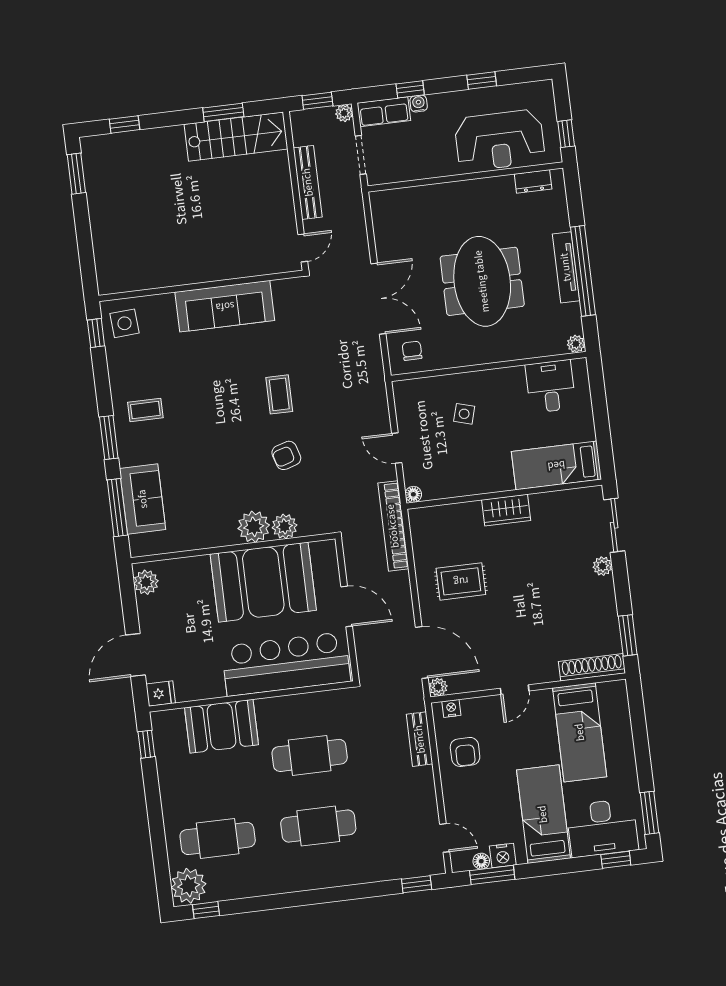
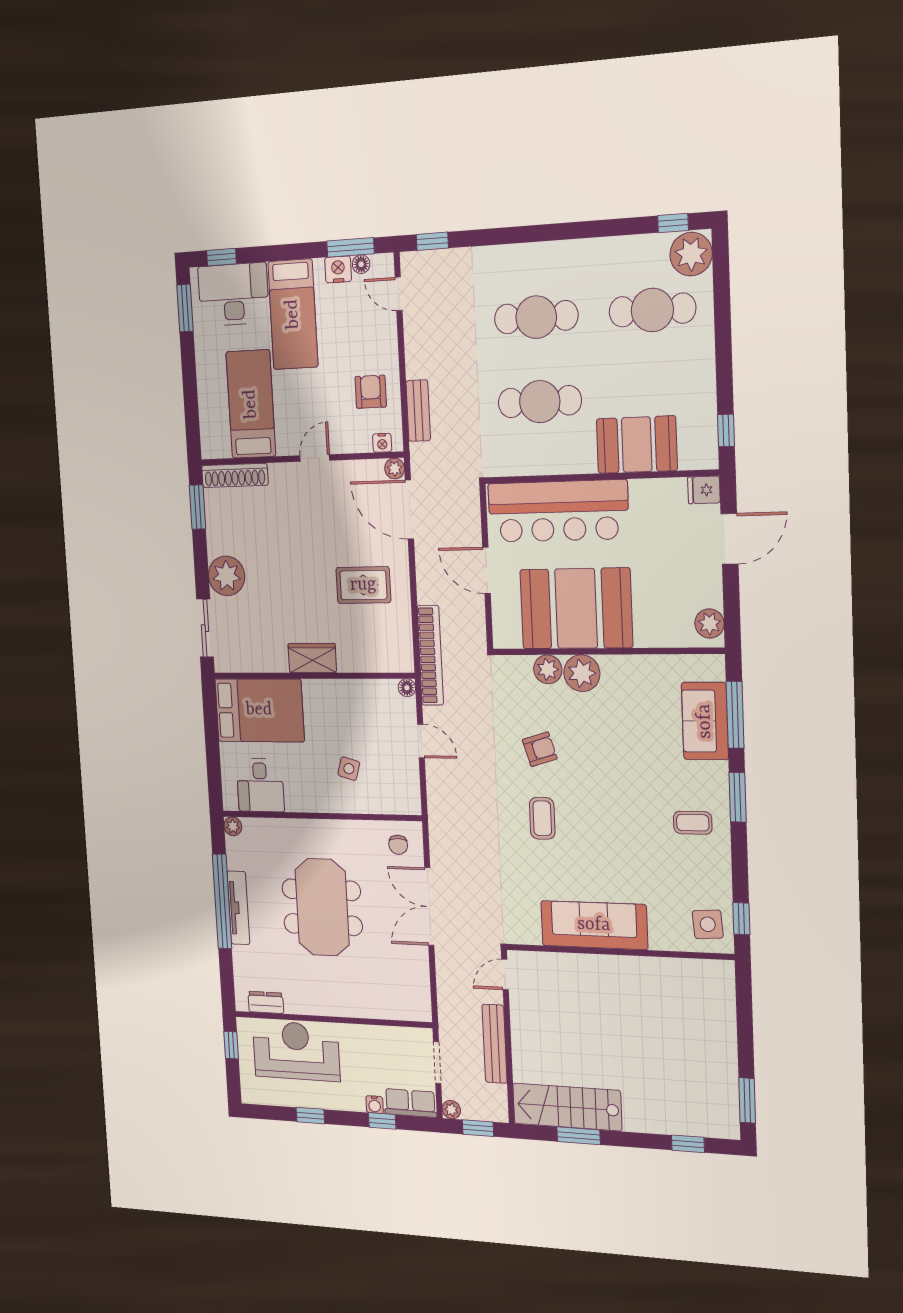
bed: (556, 465) -> (259, 710), width x1.50
plant: (602, 566) -> (227, 576), width x1.88, depth x1.88

